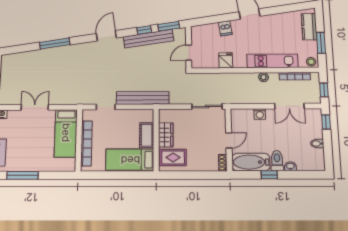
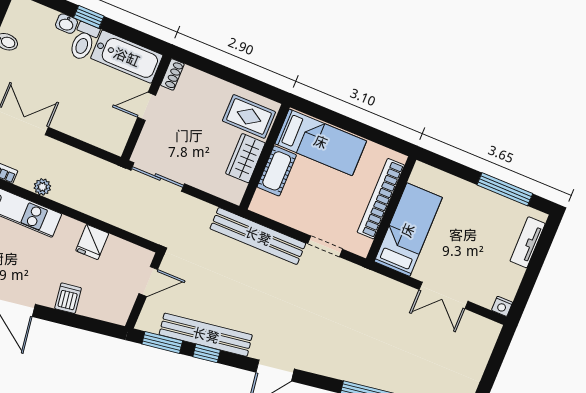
washing machine: (260, 114) -> (77, 128), removed
window: (269, 175) -> (89, 17), moved

